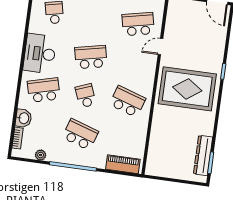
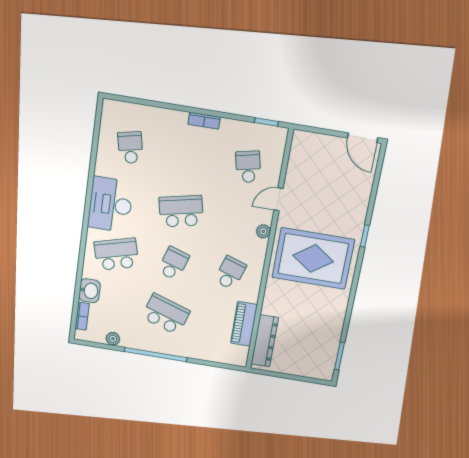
school desk: (138, 24) -> (248, 167), width x0.54
plant: (150, 70) -> (263, 231), added
school desk: (86, 96) -> (173, 264), turned 39
school desk: (127, 101) -> (230, 273), width x0.54
dresser: (203, 155) -> (265, 341), moved, turned 180
piano: (123, 164) -> (244, 324), moved, turned -90

